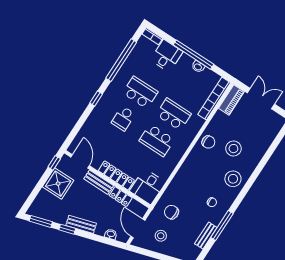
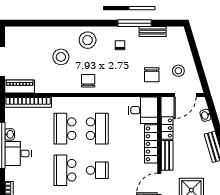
desk: (167, 56) -> (18, 153), moved
chair: (208, 142) -> (88, 81), moved

